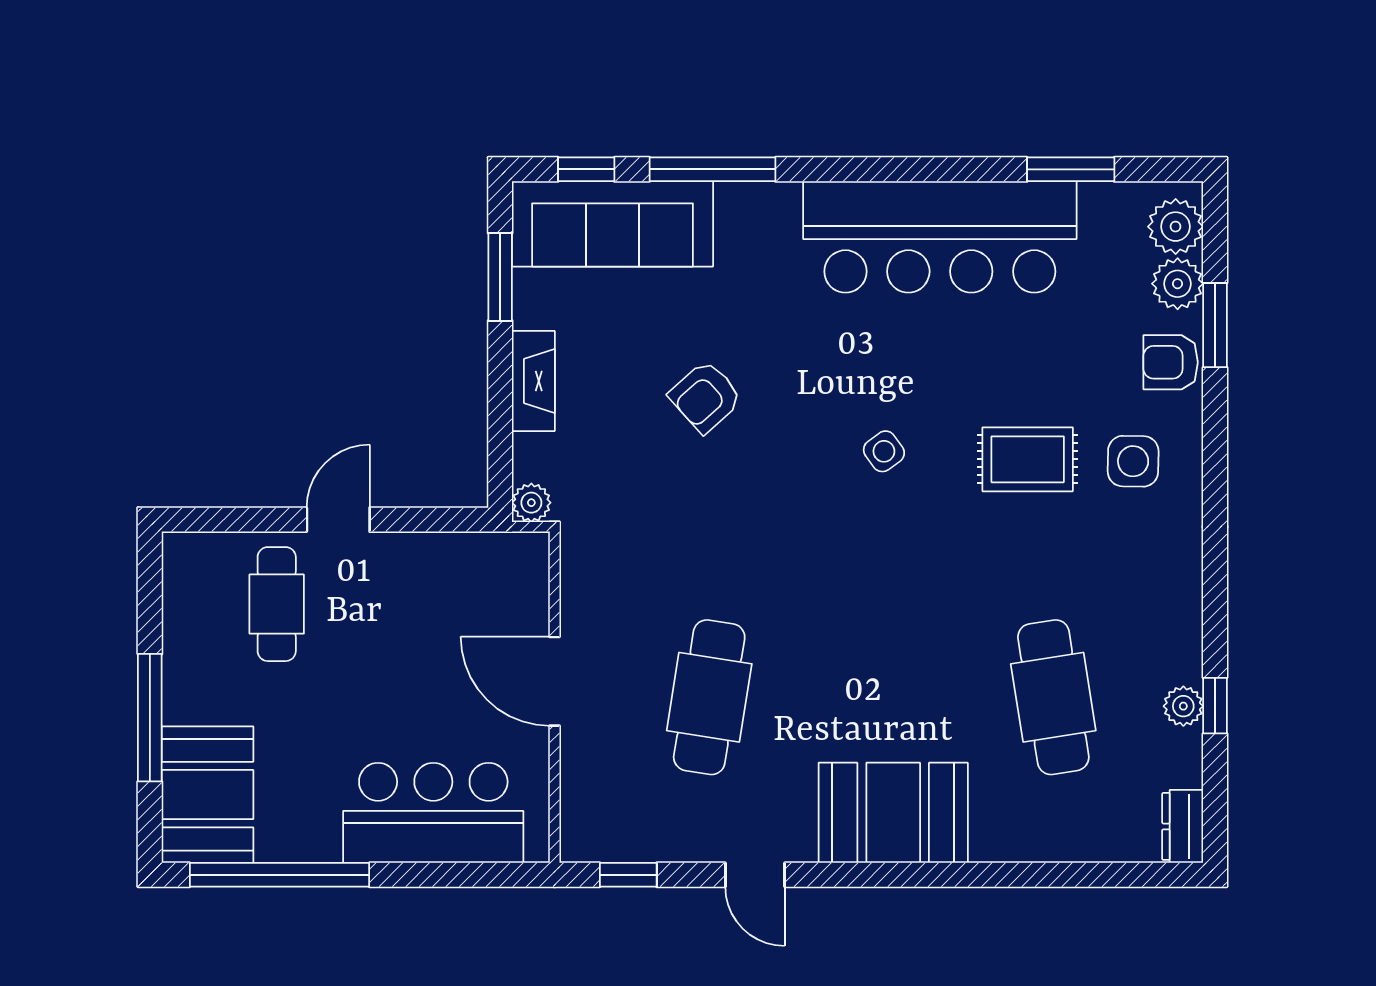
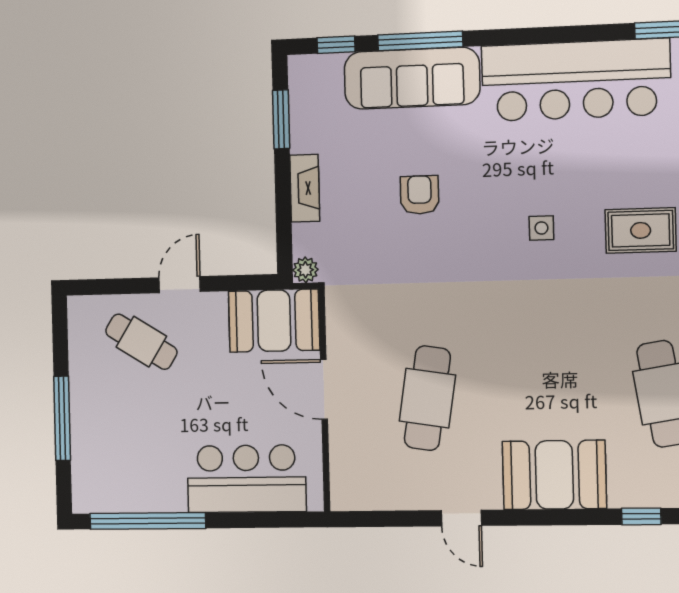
sofa: (613, 224) -> (412, 78), moved
armchair: (706, 397) -> (420, 195), turned 132
side table: (884, 451) -> (541, 228), turned 36
cafe table: (277, 604) -> (141, 342), turned -58
booth: (207, 795) -> (274, 321), moved, turned 90
window: (628, 875) -> (641, 516), moved

